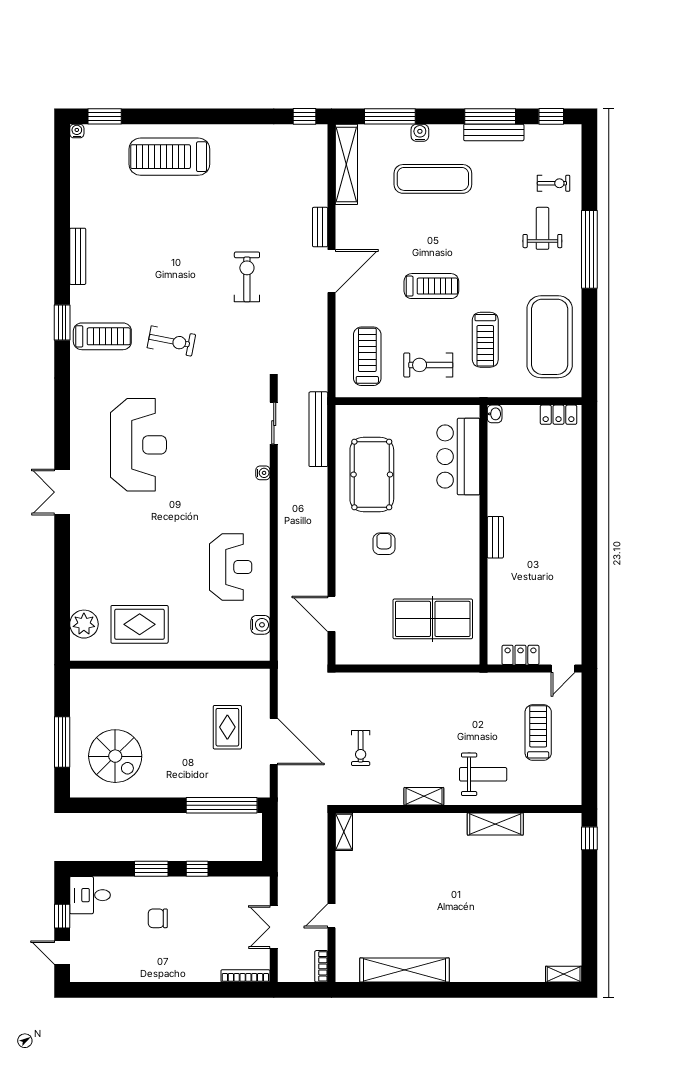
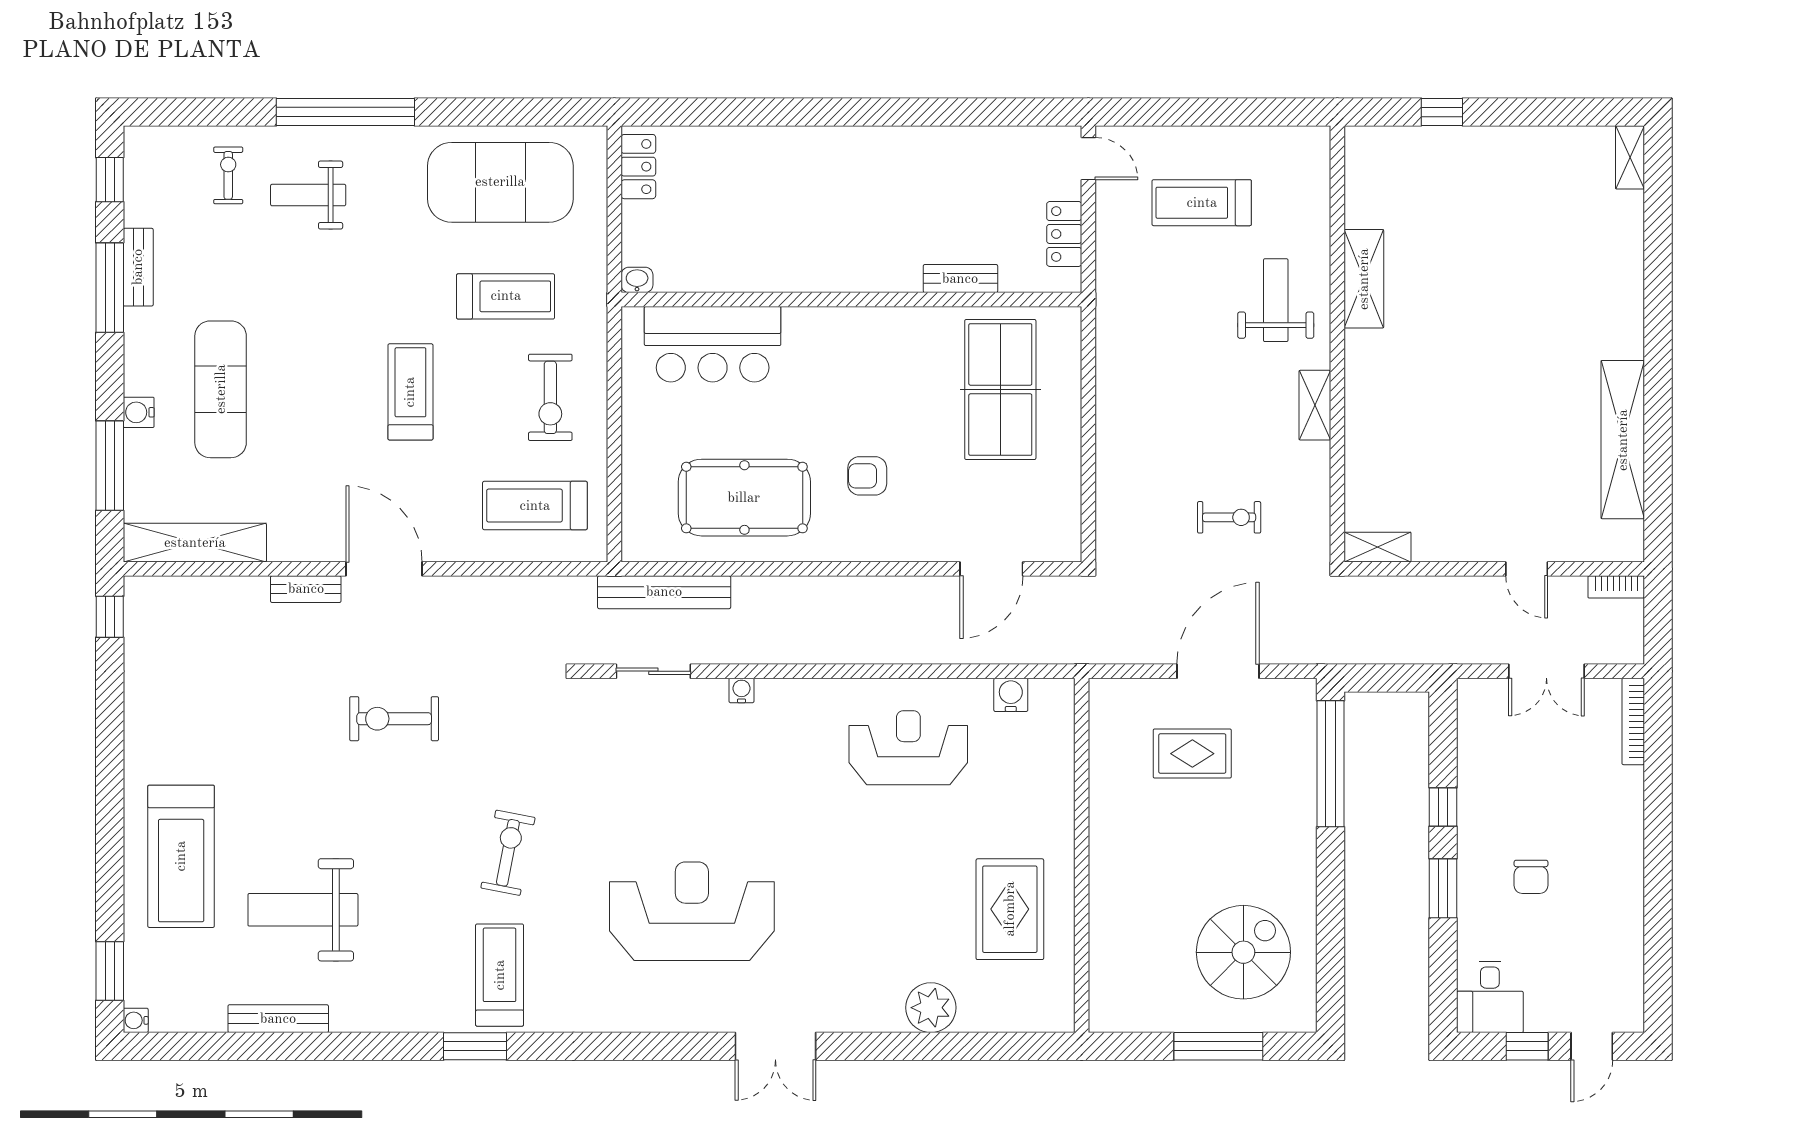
bench: (494, 132) -> (138, 267), width x0.73
weight bench: (139, 225) -> (303, 910), added
bench: (78, 256) -> (278, 1019), moved
bench: (495, 537) -> (960, 279), moved
plant: (84, 624) -> (931, 1008), moved
window: (589, 838) -> (1442, 112), moved

